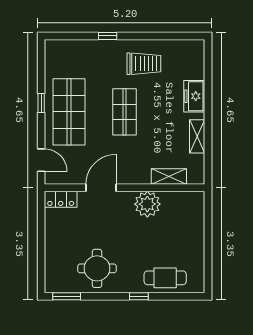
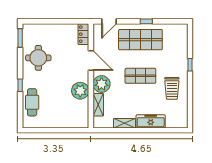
freezer: (194, 96) -> (151, 121), width x1.40
plant: (137, 172) -> (102, 84), added

